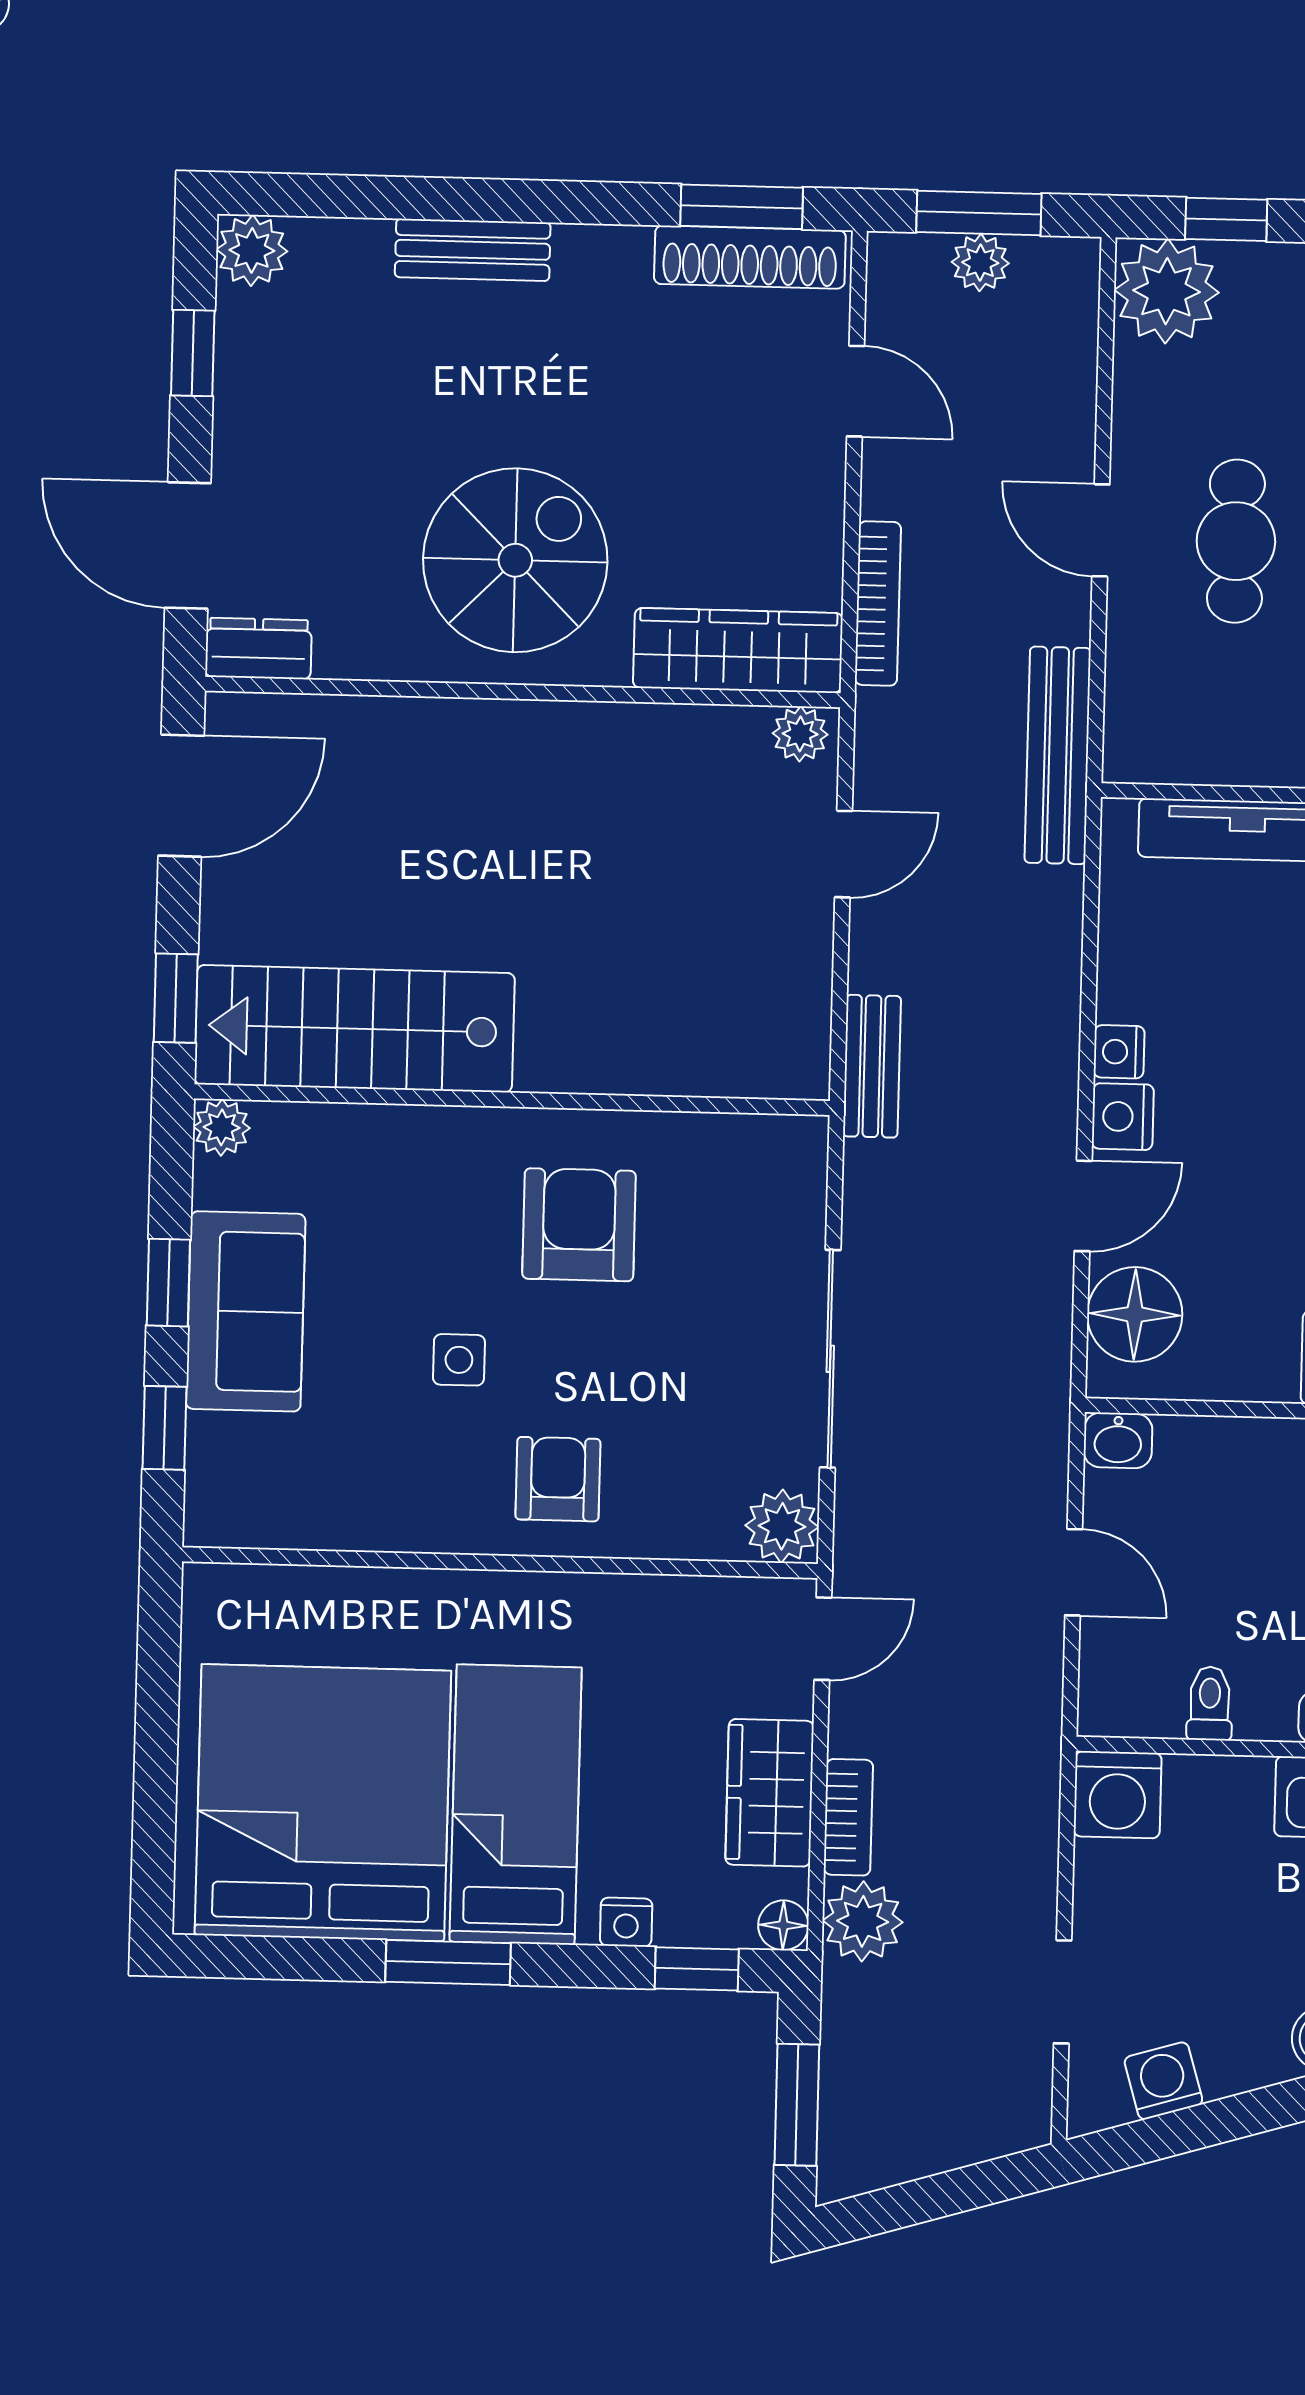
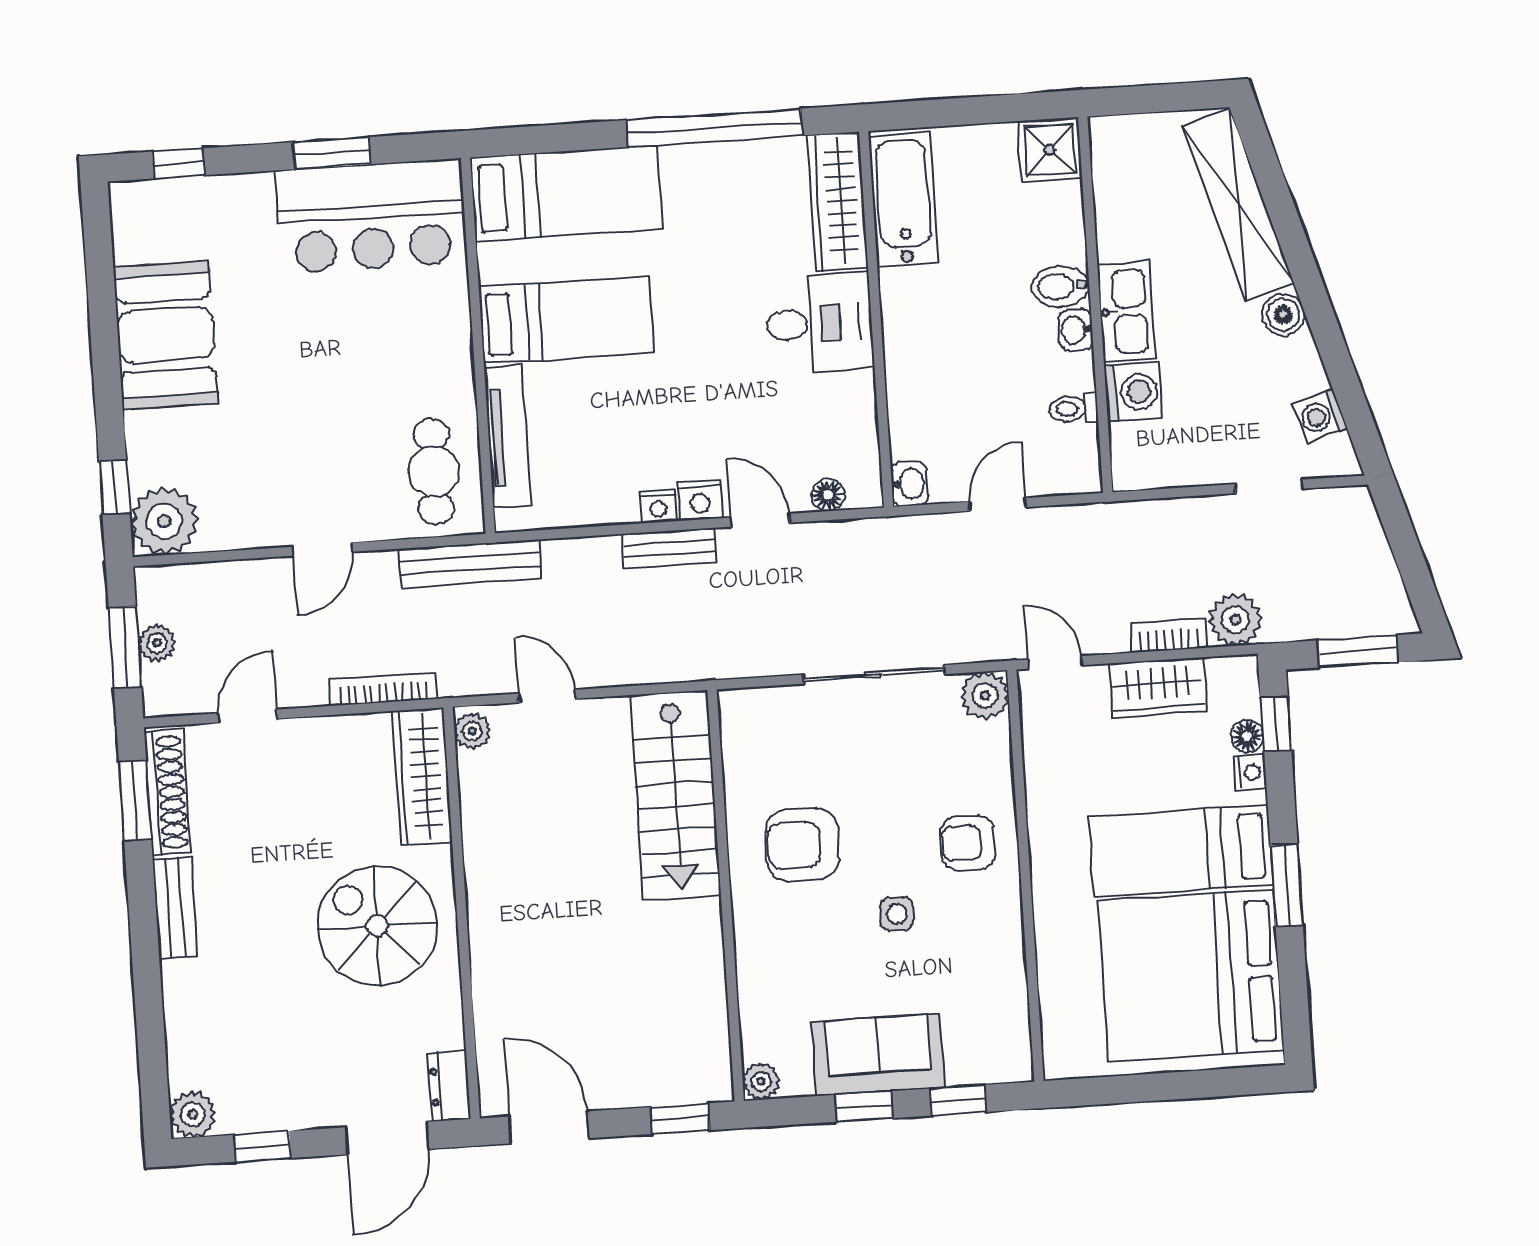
bench: (473, 250) -> (175, 907), moved
cafe table: (1236, 541) -> (434, 471), moved, turned 90
stairs: (355, 1029) -> (676, 795), moved
bench: (872, 1066) -> (669, 548), moved
floor lamp: (1135, 1314) -> (828, 495), width x0.53, depth x0.53
washing machine: (1118, 1795) -> (1133, 392), moved
floor lamp: (783, 1925) -> (1247, 736), moved

